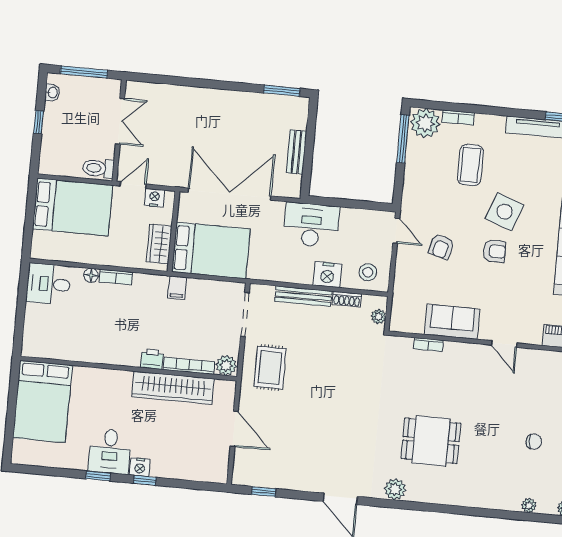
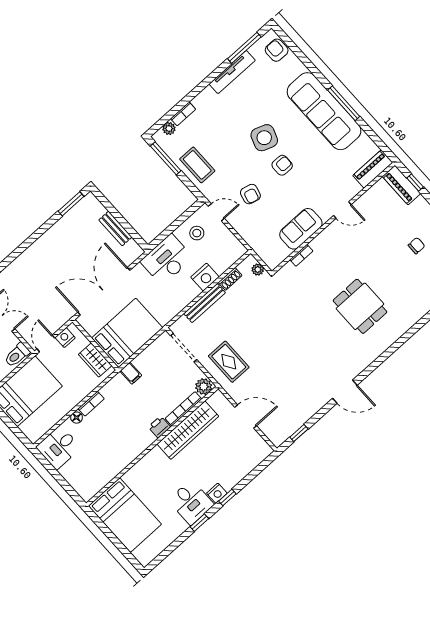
plant: (425, 123) -> (169, 128), width x0.53, depth x0.53
coffee table: (470, 165) -> (197, 165), moved
stool: (368, 272) -> (197, 233), moved
dining table: (431, 441) -> (360, 306), turned 90
plant: (395, 489) -> (369, 354), removed

